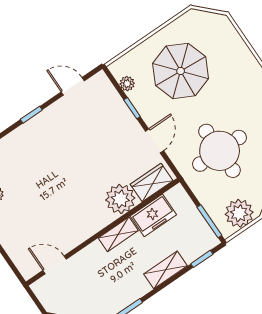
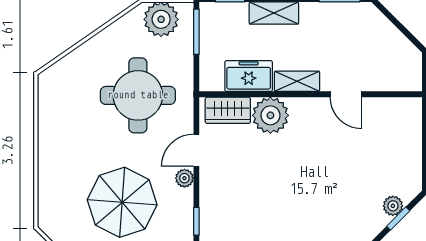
plant: (127, 84) -> (184, 178), moved
window: (132, 108) -> (196, 221), moved
door: (55, 265) -> (346, 94), moved

